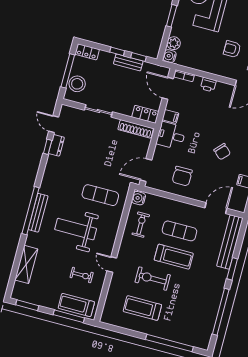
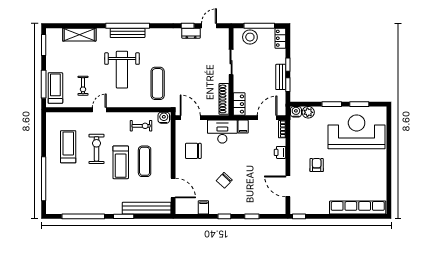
desk: (171, 136) -> (222, 132), width x1.37
weight bench: (76, 229) -> (122, 70), turned 180

